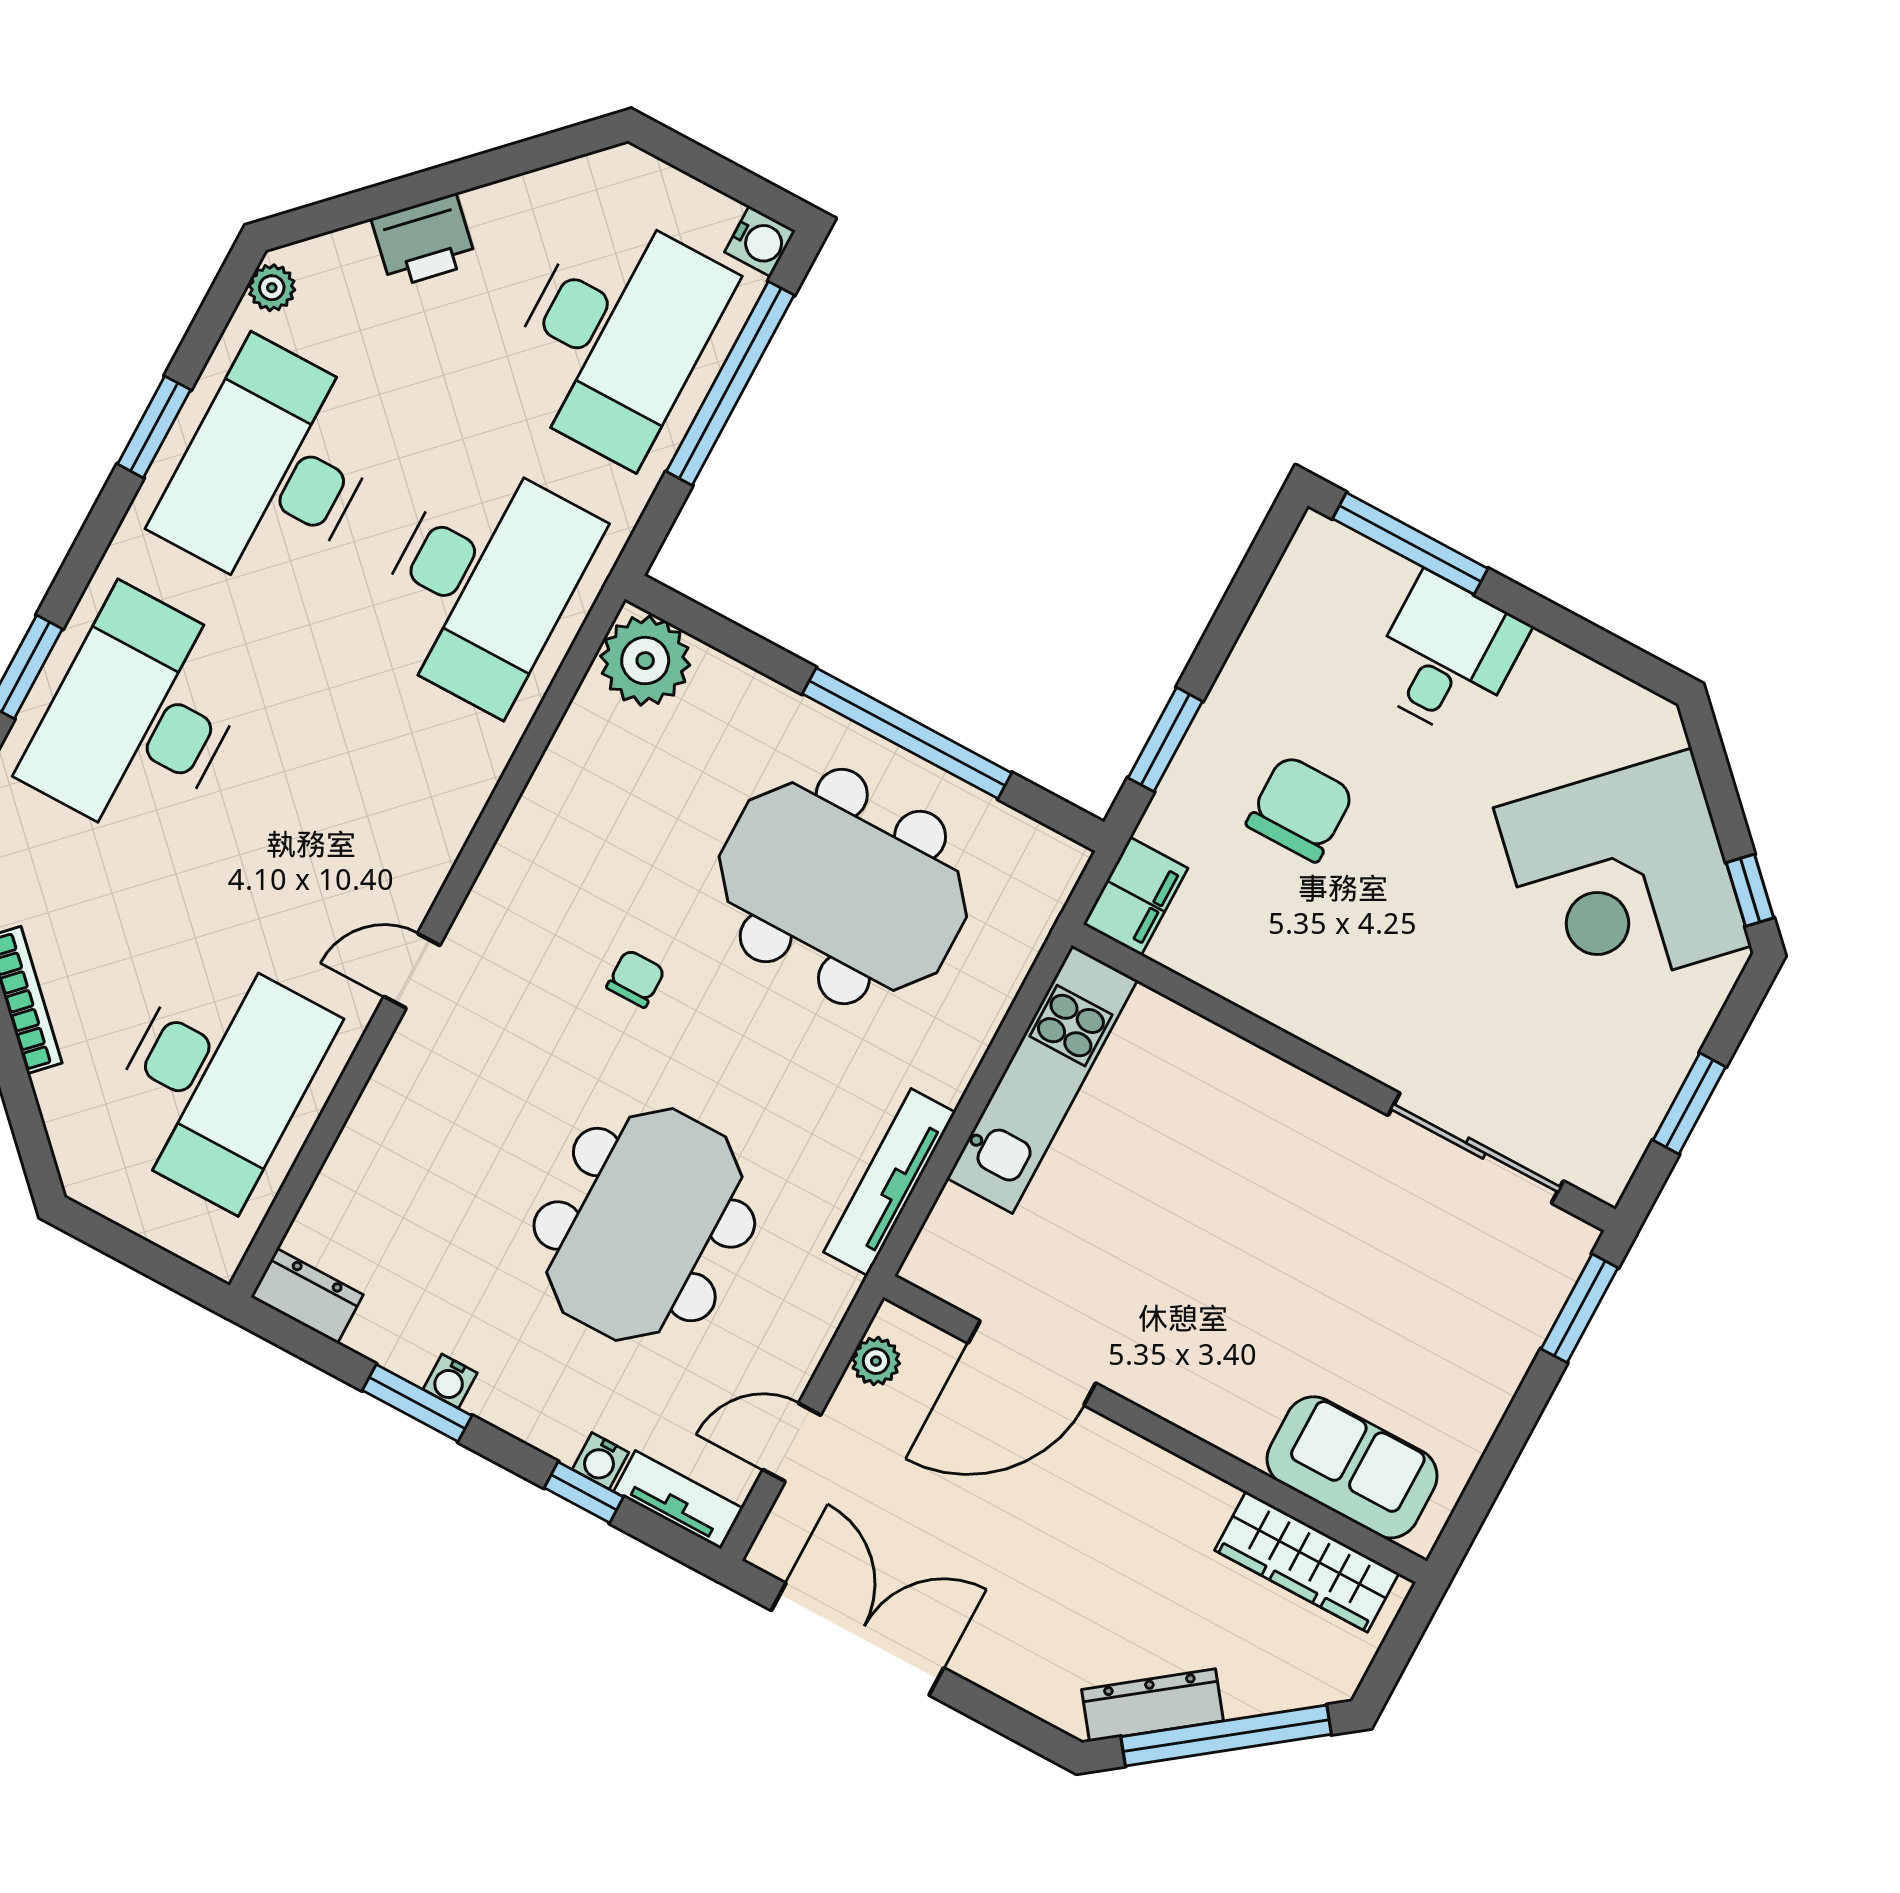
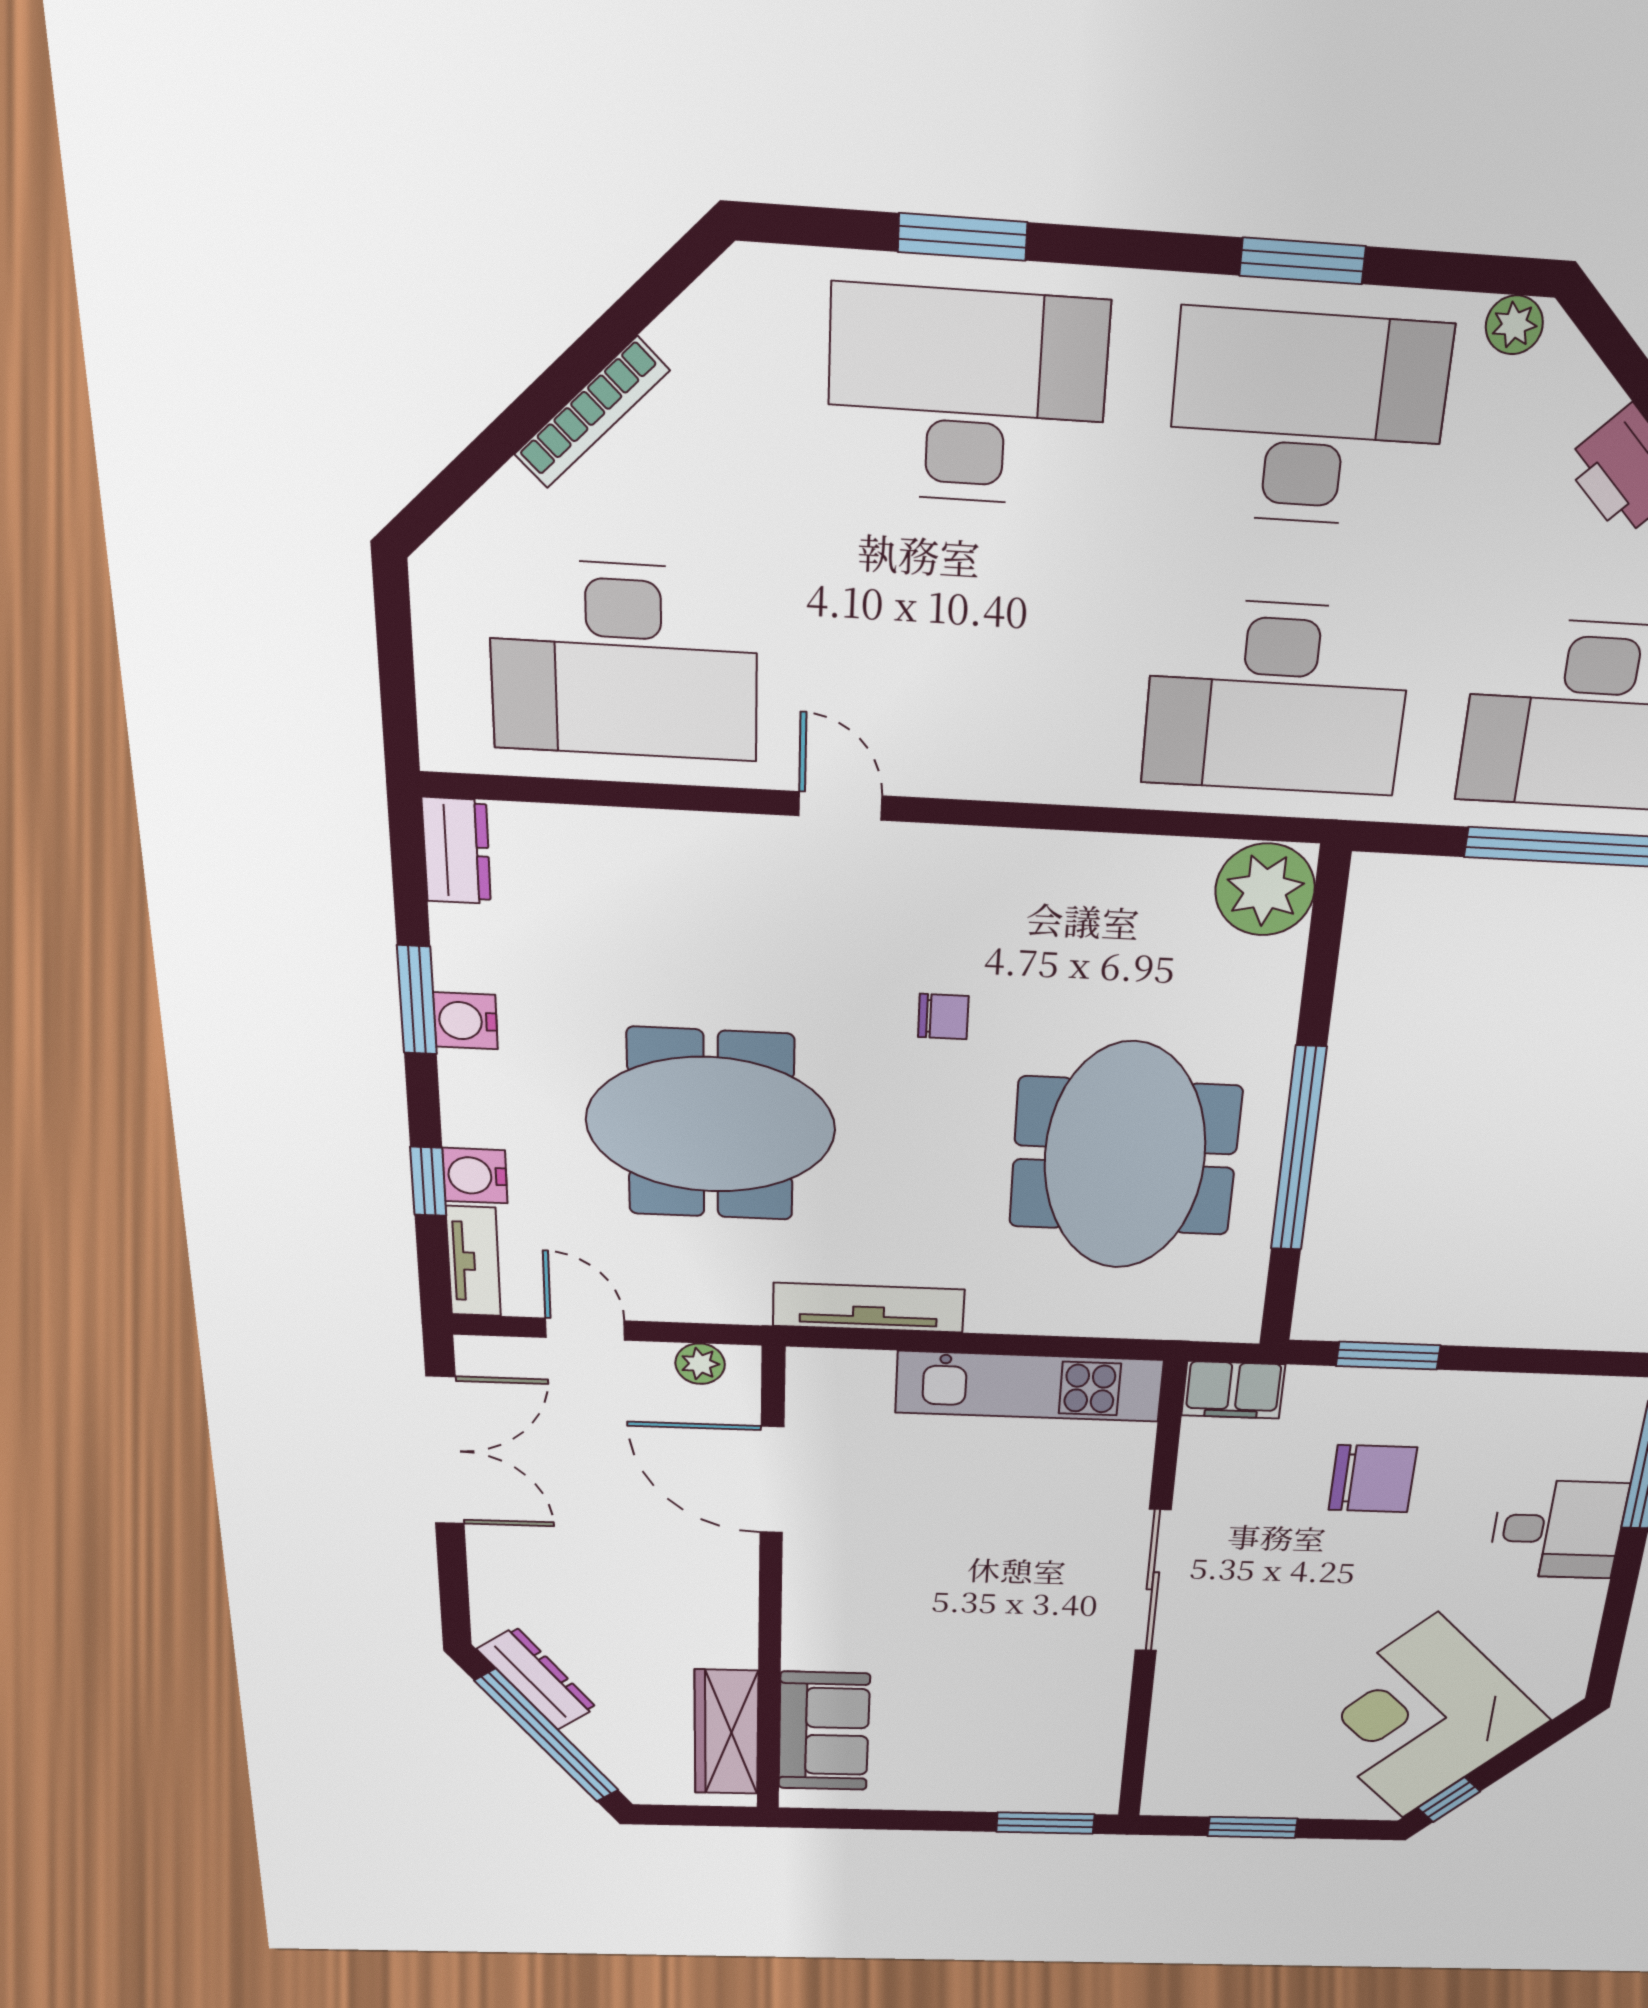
sliding door: (1476, 1148) -> (1153, 1581), moved
water cooler: (450, 1381) -> (465, 1021), width x1.38, depth x1.38
water cooler: (601, 1461) -> (475, 1176), width x1.38, depth x1.38

